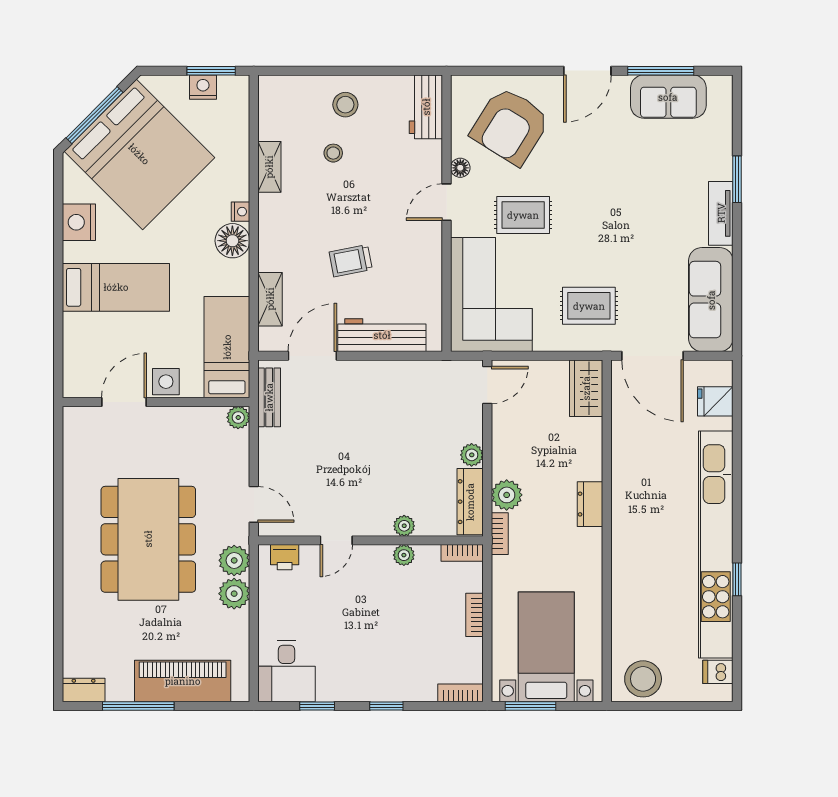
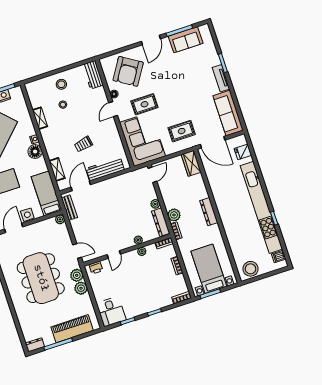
dresser: (590, 504) -> (209, 212), width x1.44

